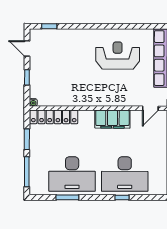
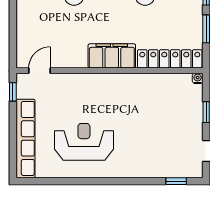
reception desk: (118, 56) -> (84, 142), turned 180
filing cabinet: (112, 119) -> (112, 56), moved

